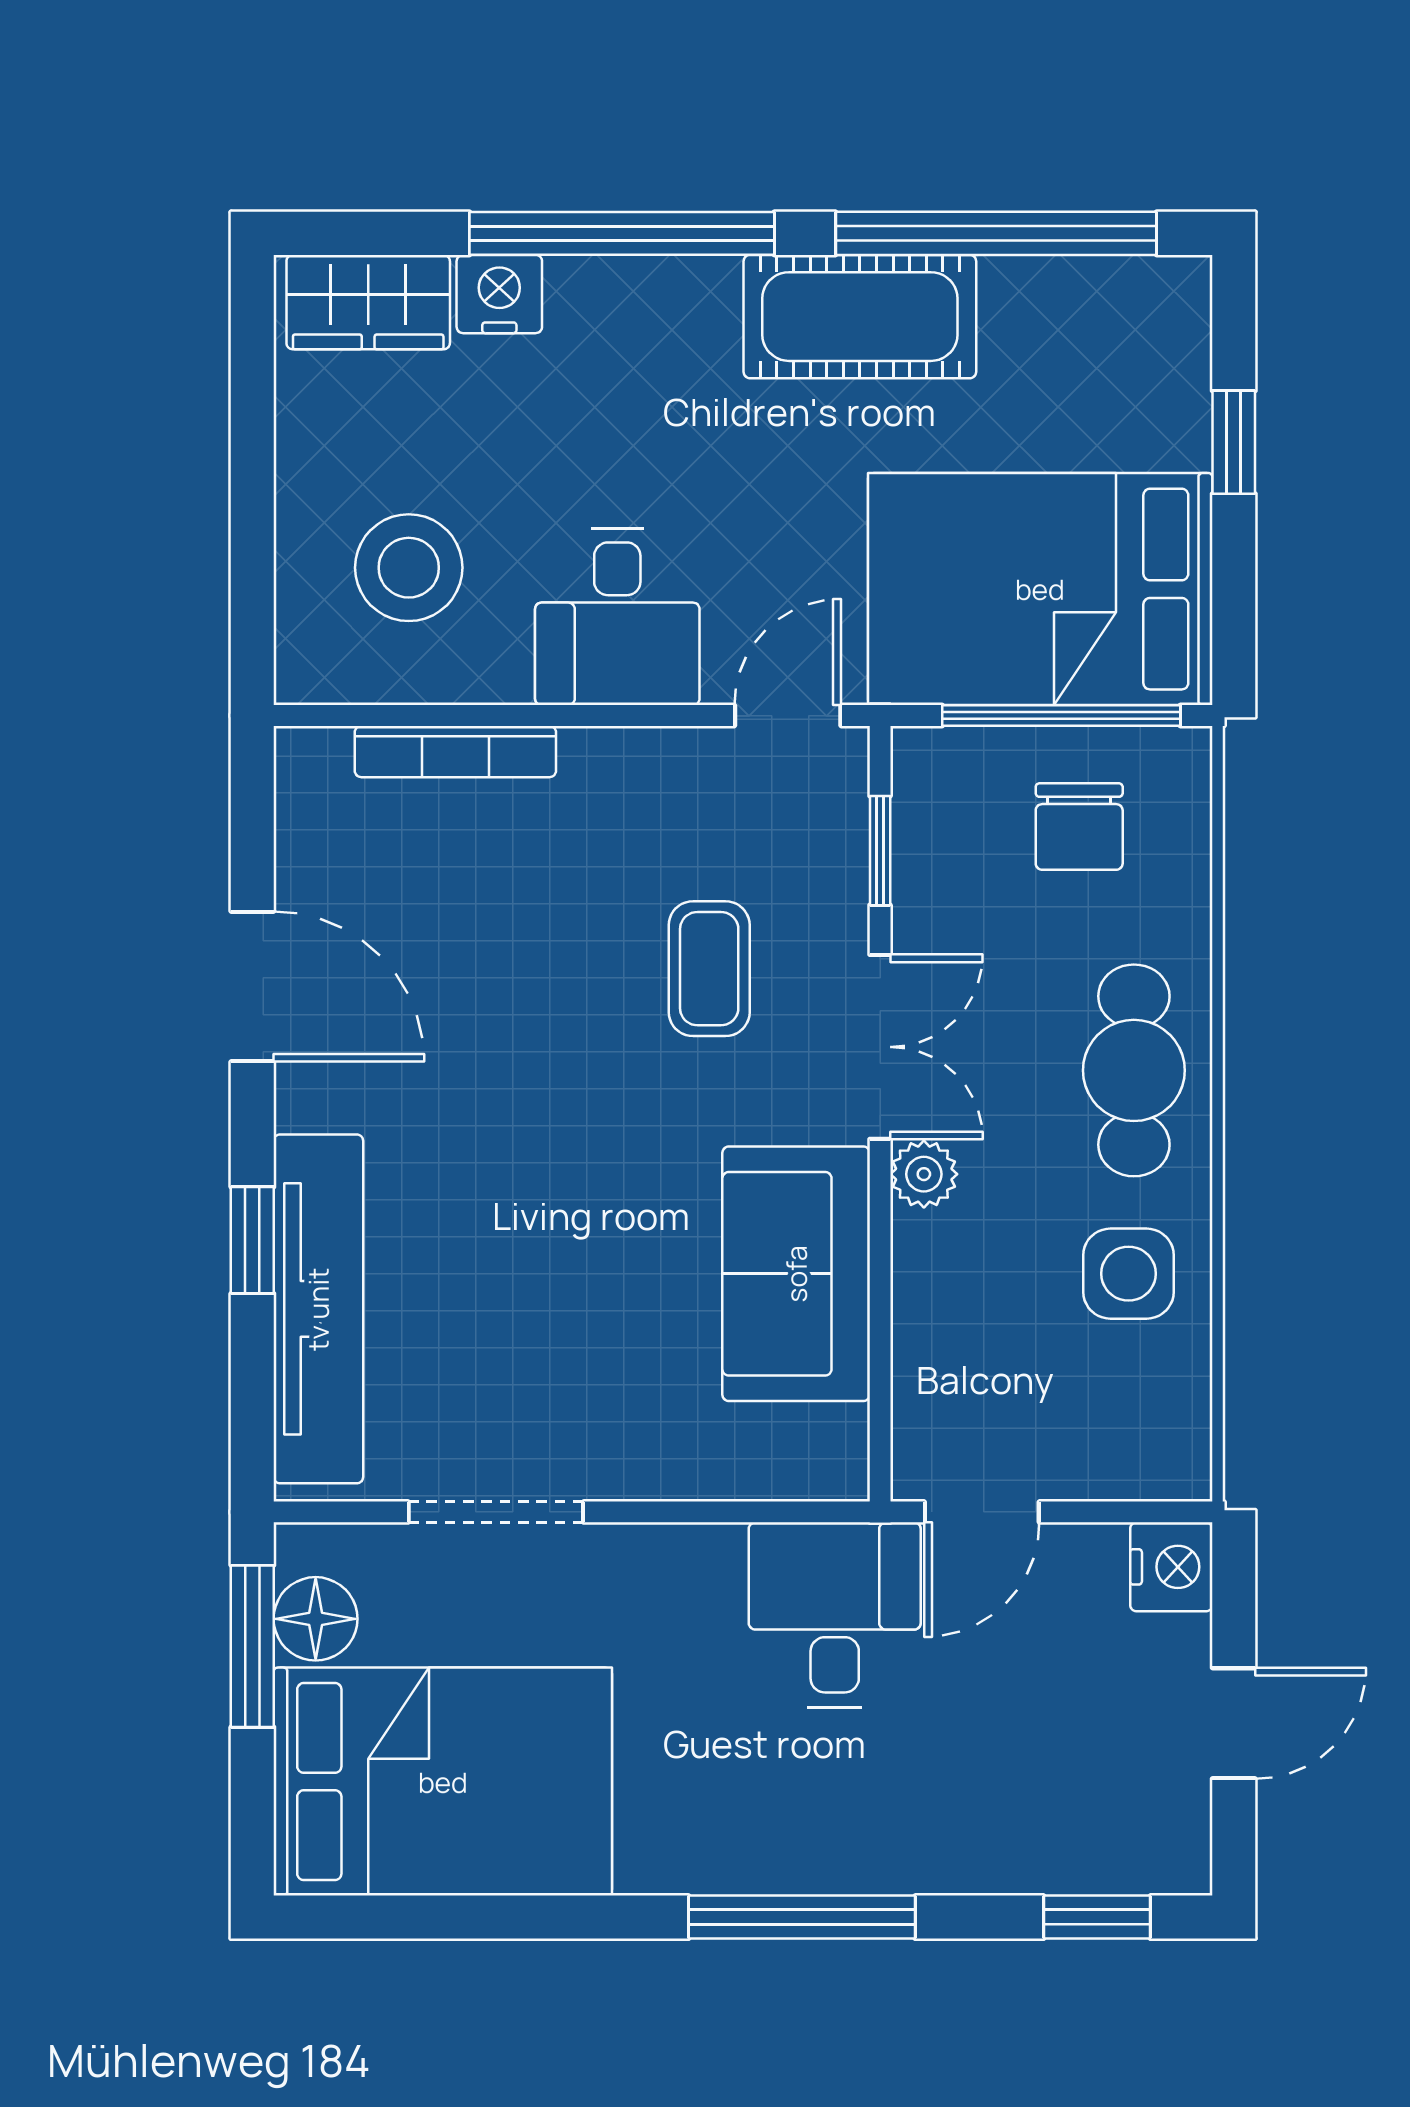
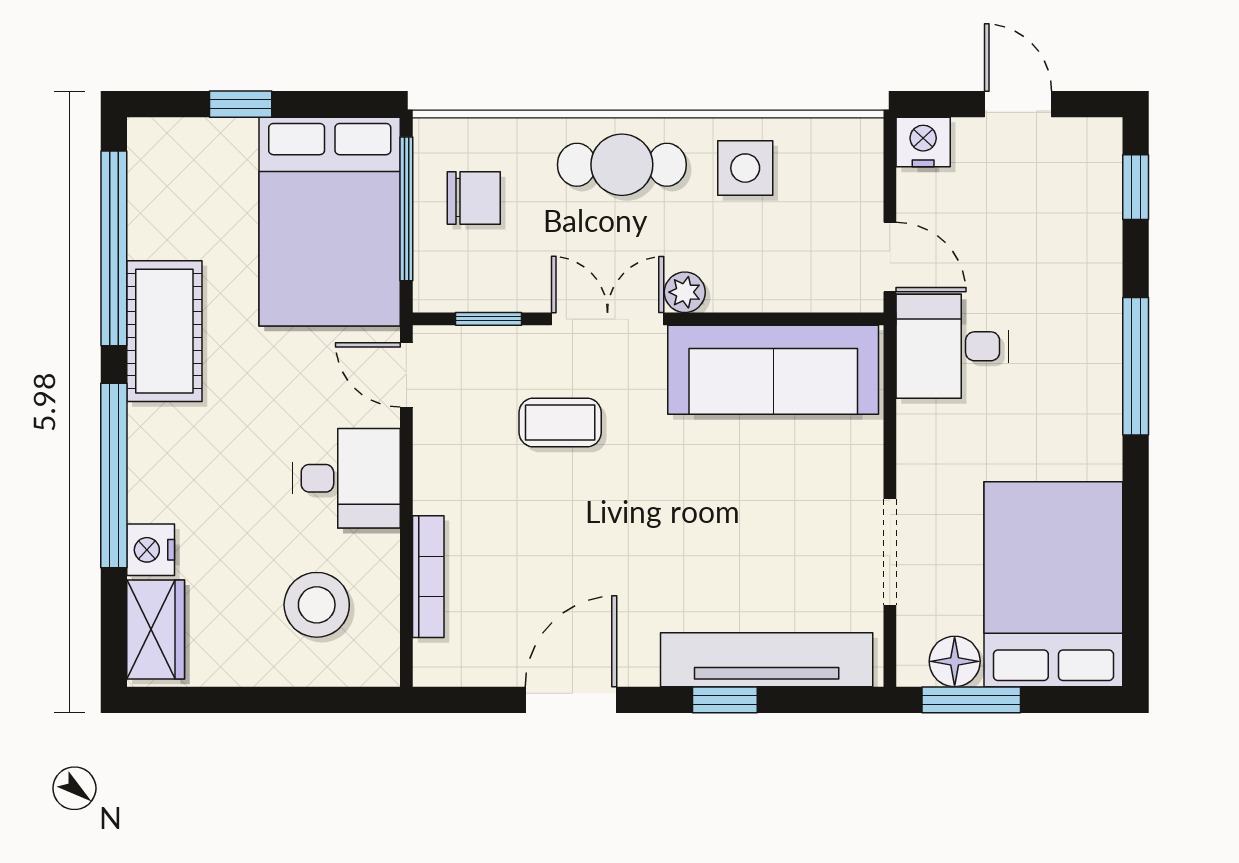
sofa: (796, 1274) -> (773, 370), width x1.36

